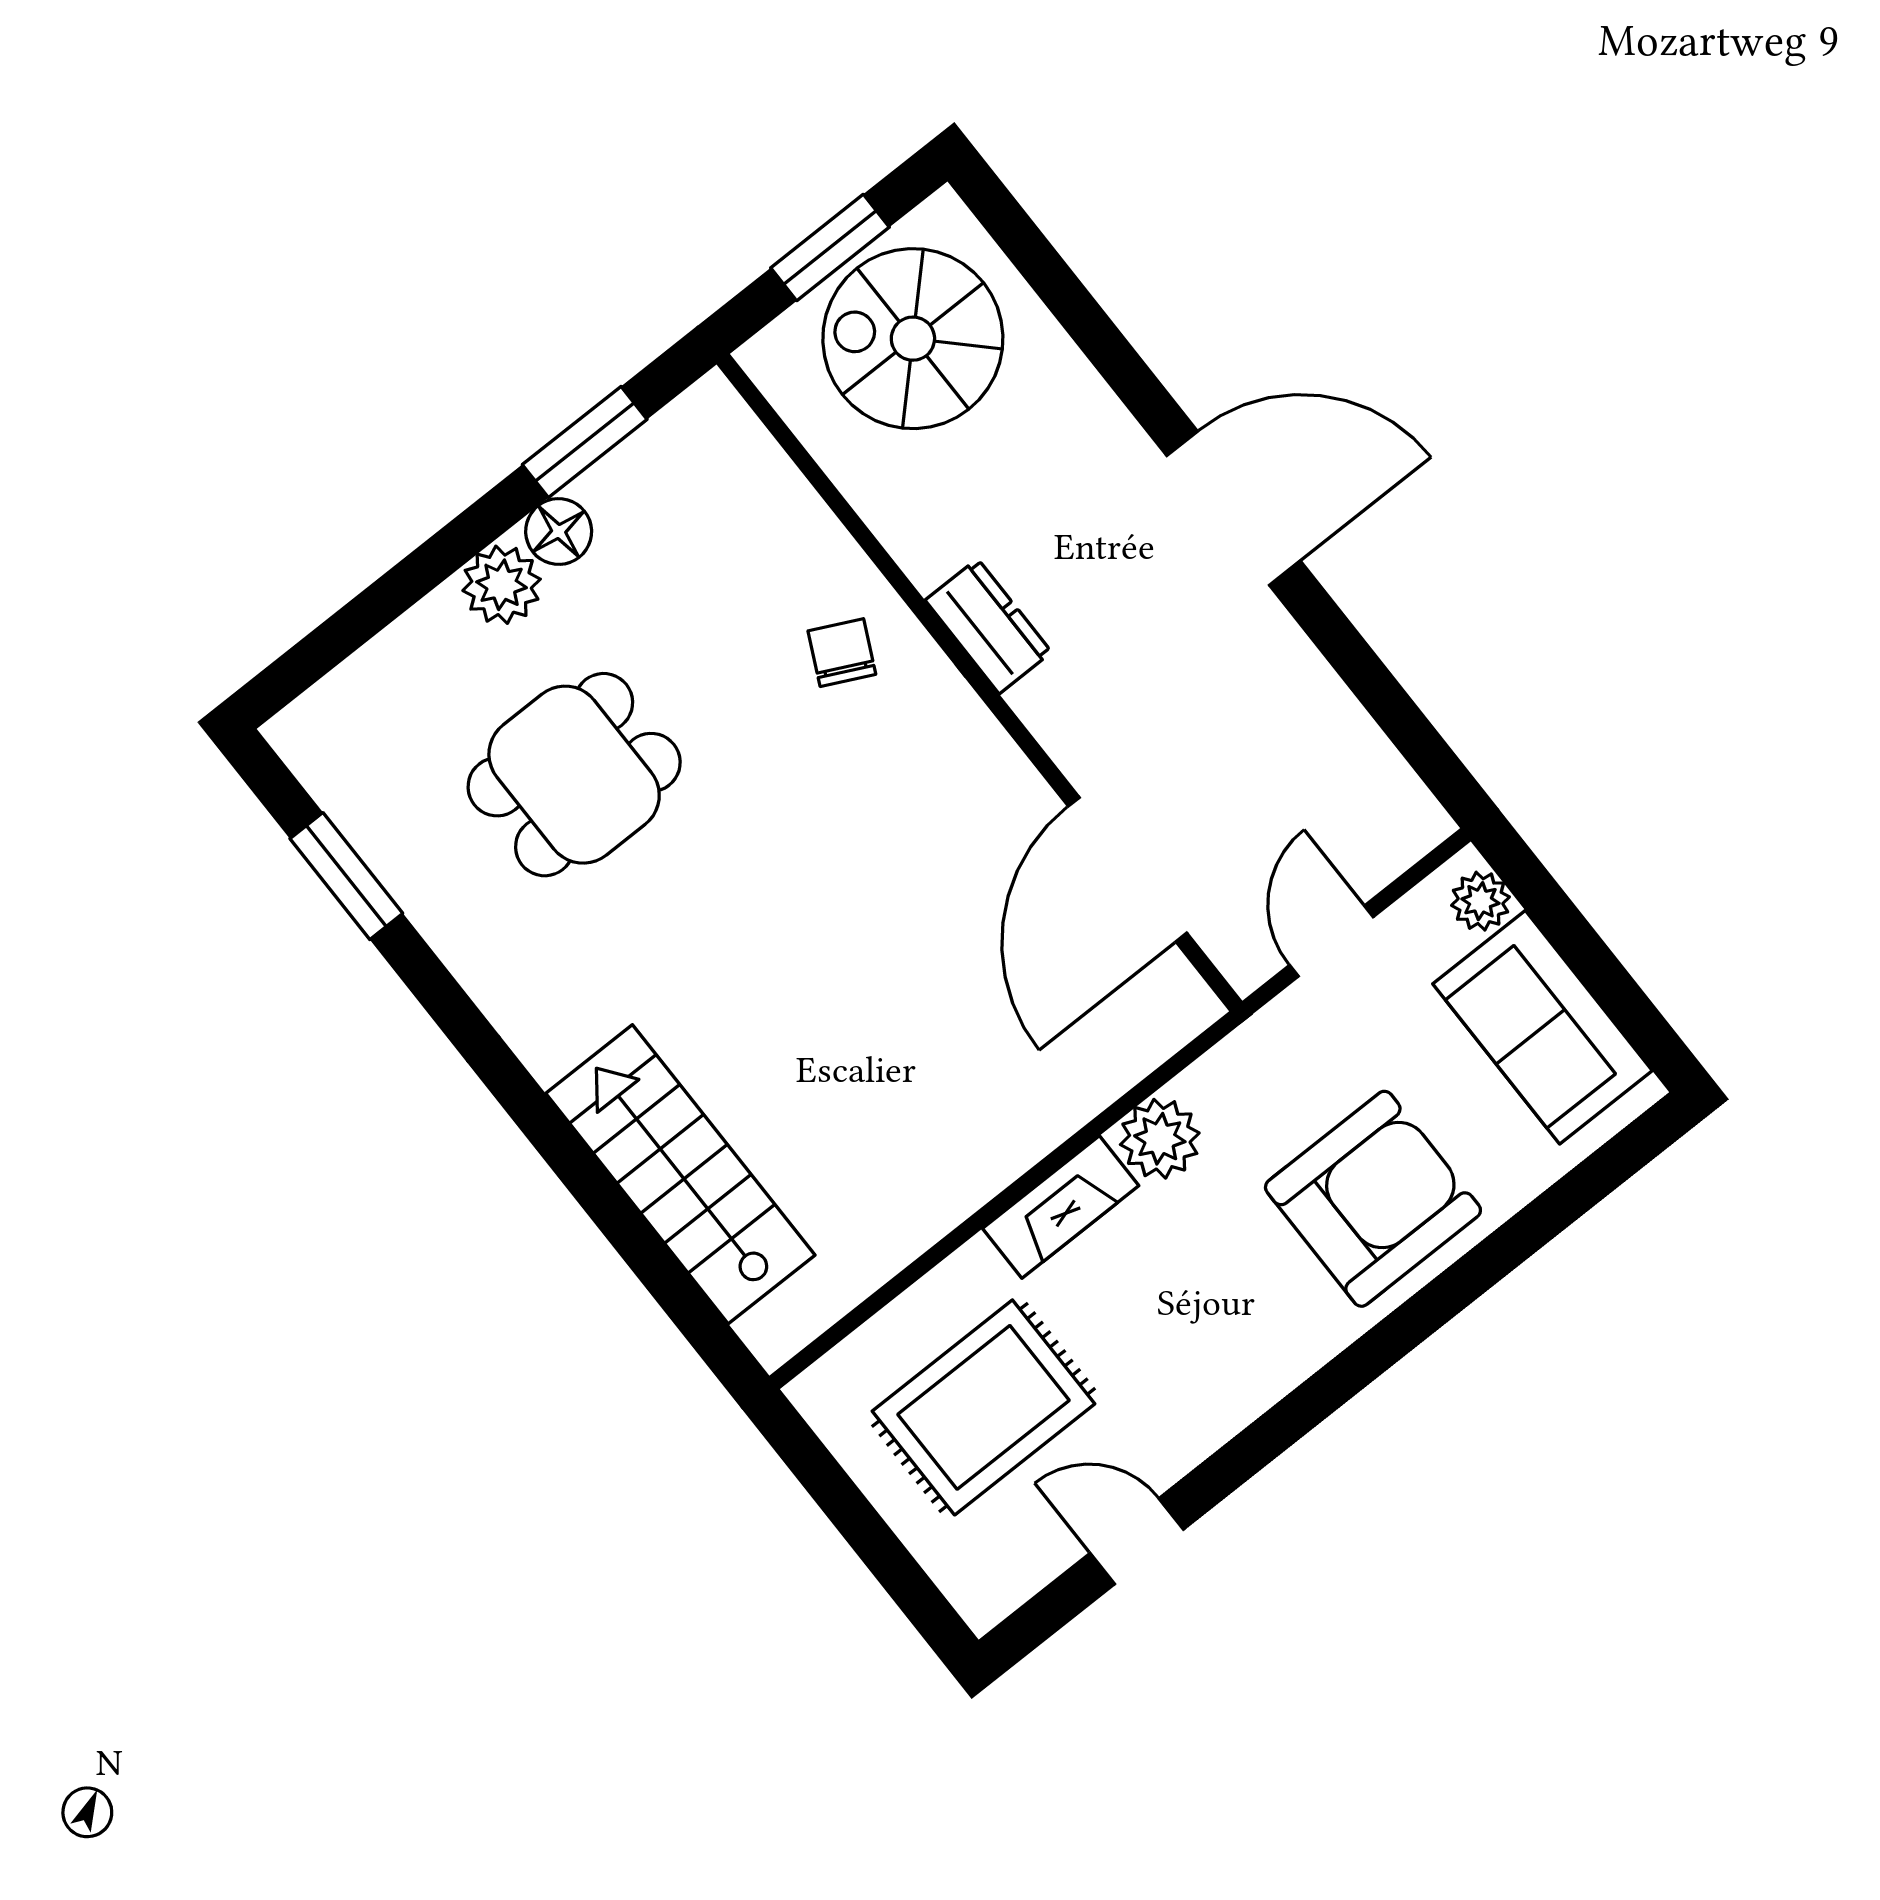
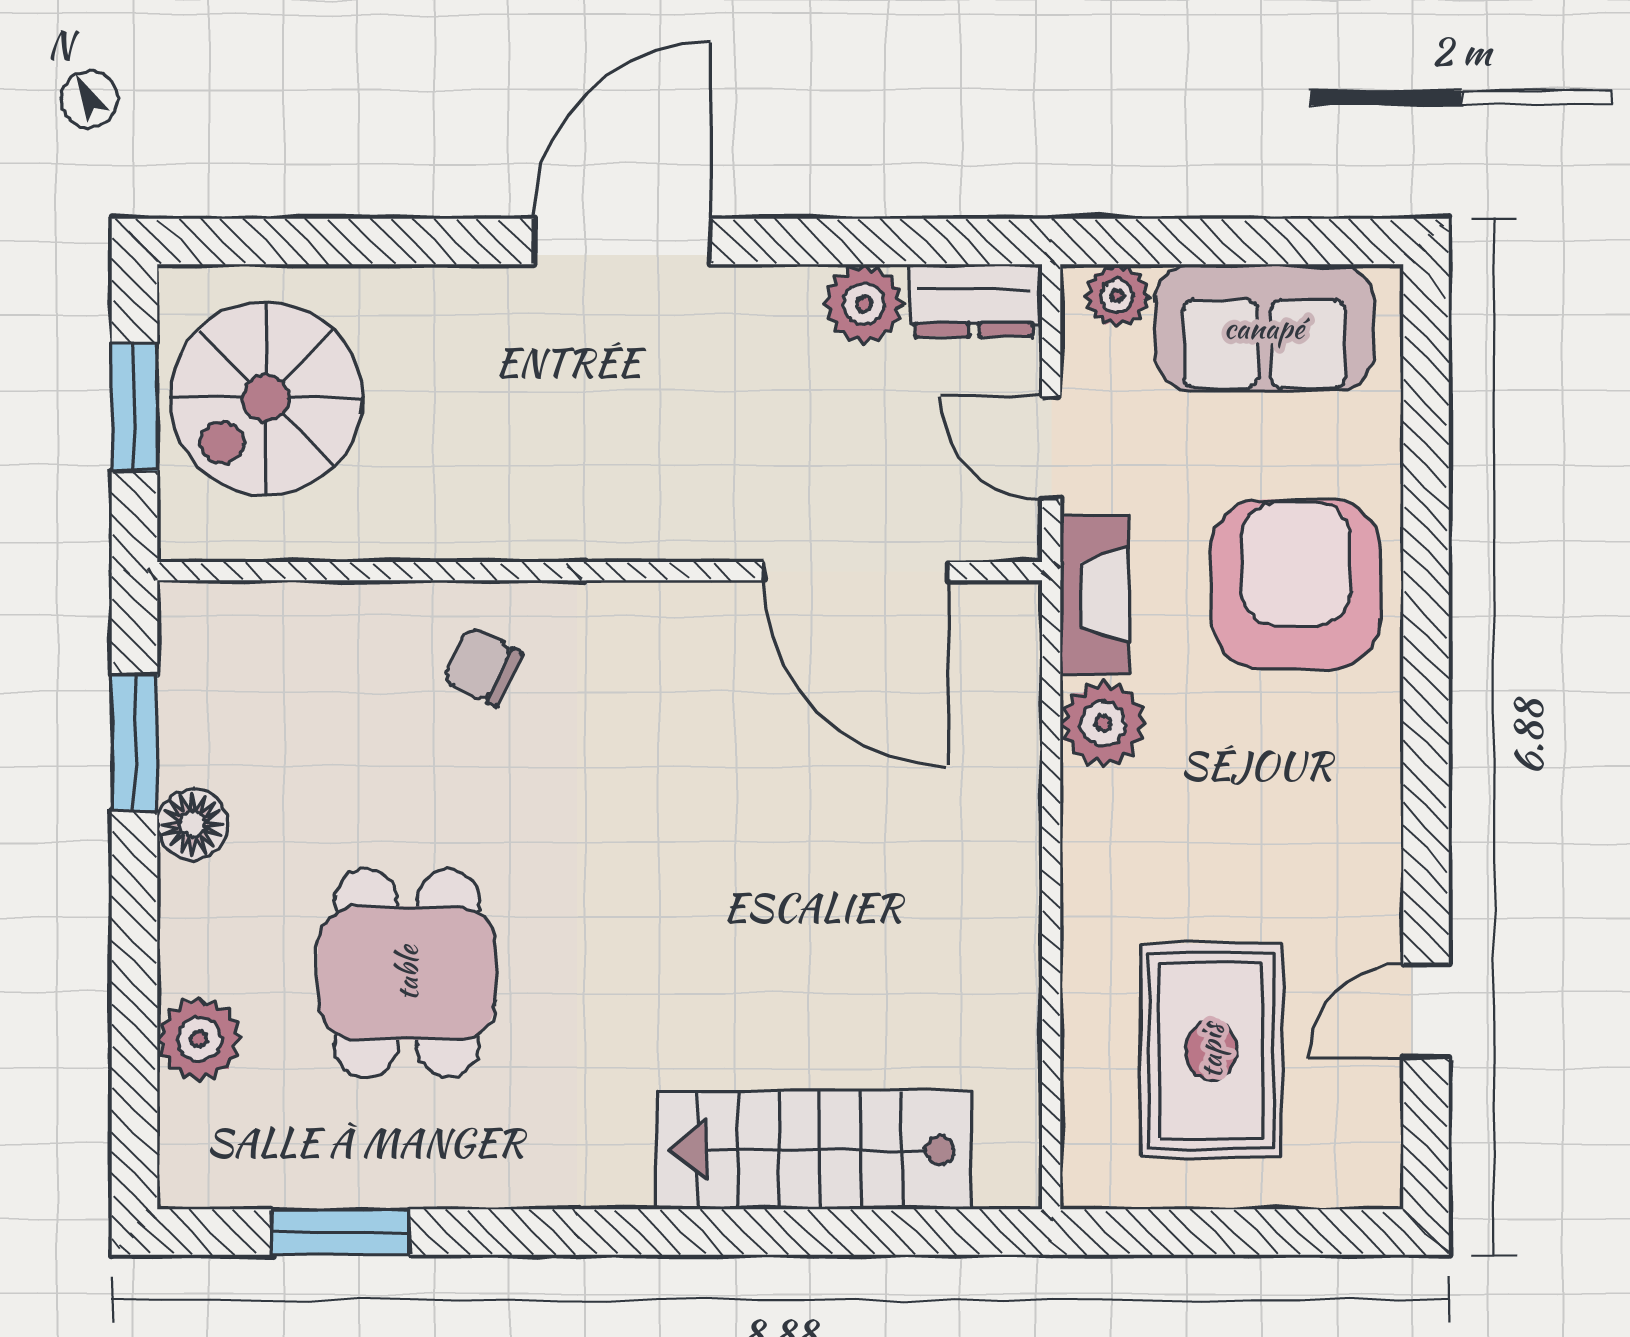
plant: (502, 585) -> (199, 1039), moved
dresser: (988, 626) -> (974, 300), moved, turned 180
plant: (1328, 721) -> (864, 304), added
fireplace: (1061, 1207) -> (1094, 595), moved

